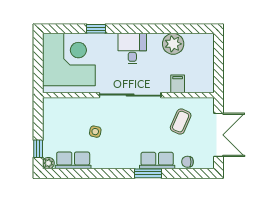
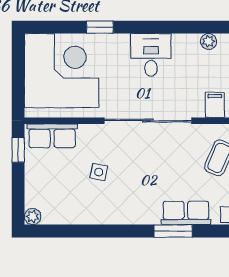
plant: (173, 44) -> (208, 41), width x0.53, depth x0.53
window: (38, 149) -> (18, 150), moved
row of seats: (73, 160) -> (52, 136), moved, turned 180

